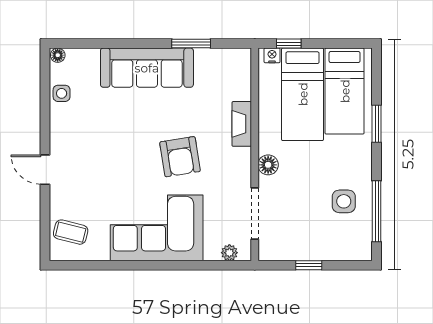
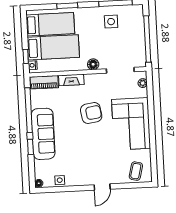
window: (124, 44) -> (30, 147), added
window: (191, 44) -> (29, 110), width x2.11
piano: (240, 74) -> (44, 82), added
window: (309, 265) -> (147, 39), width x3.17

